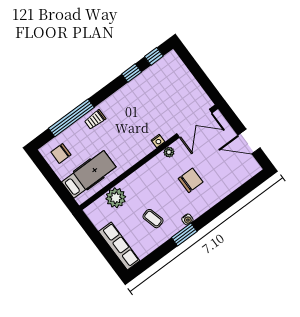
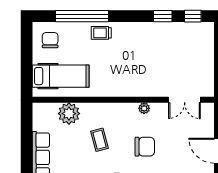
double door: (194, 123) -> (185, 100), width x0.73
nightstand: (158, 141) -> (142, 92), removed
chair: (61, 153) -> (50, 40), turned 90
coffee table: (153, 219) -> (99, 140), moved

